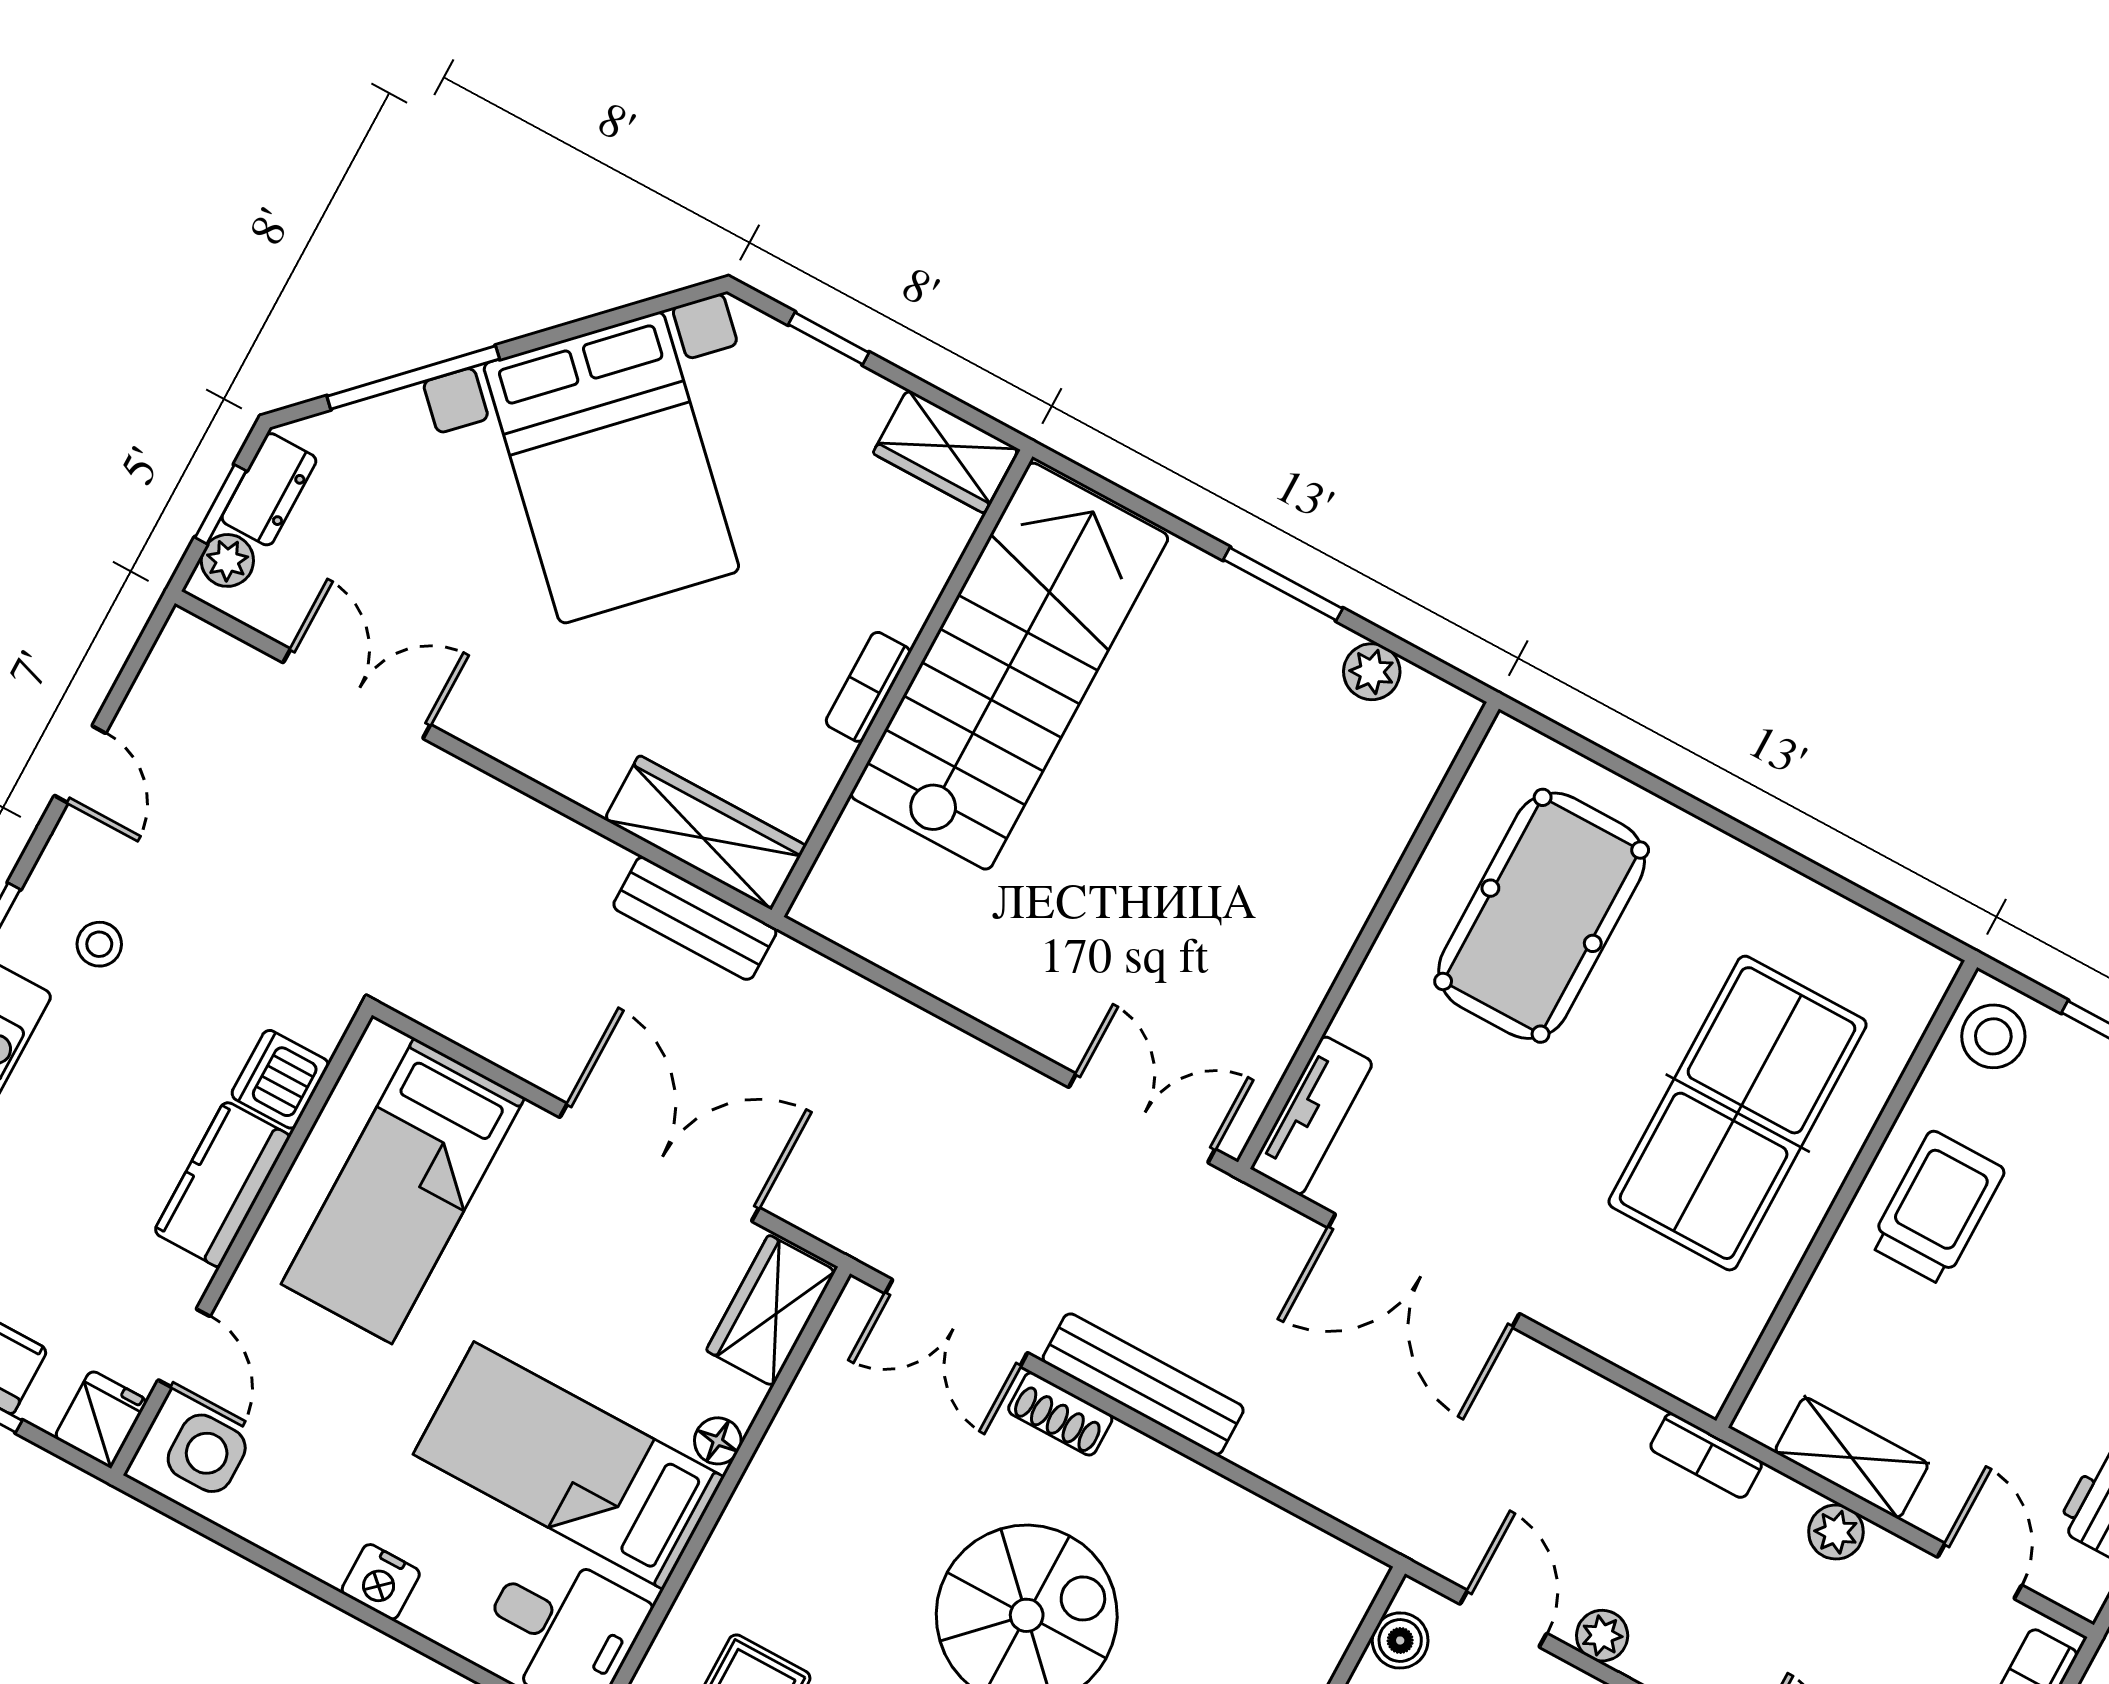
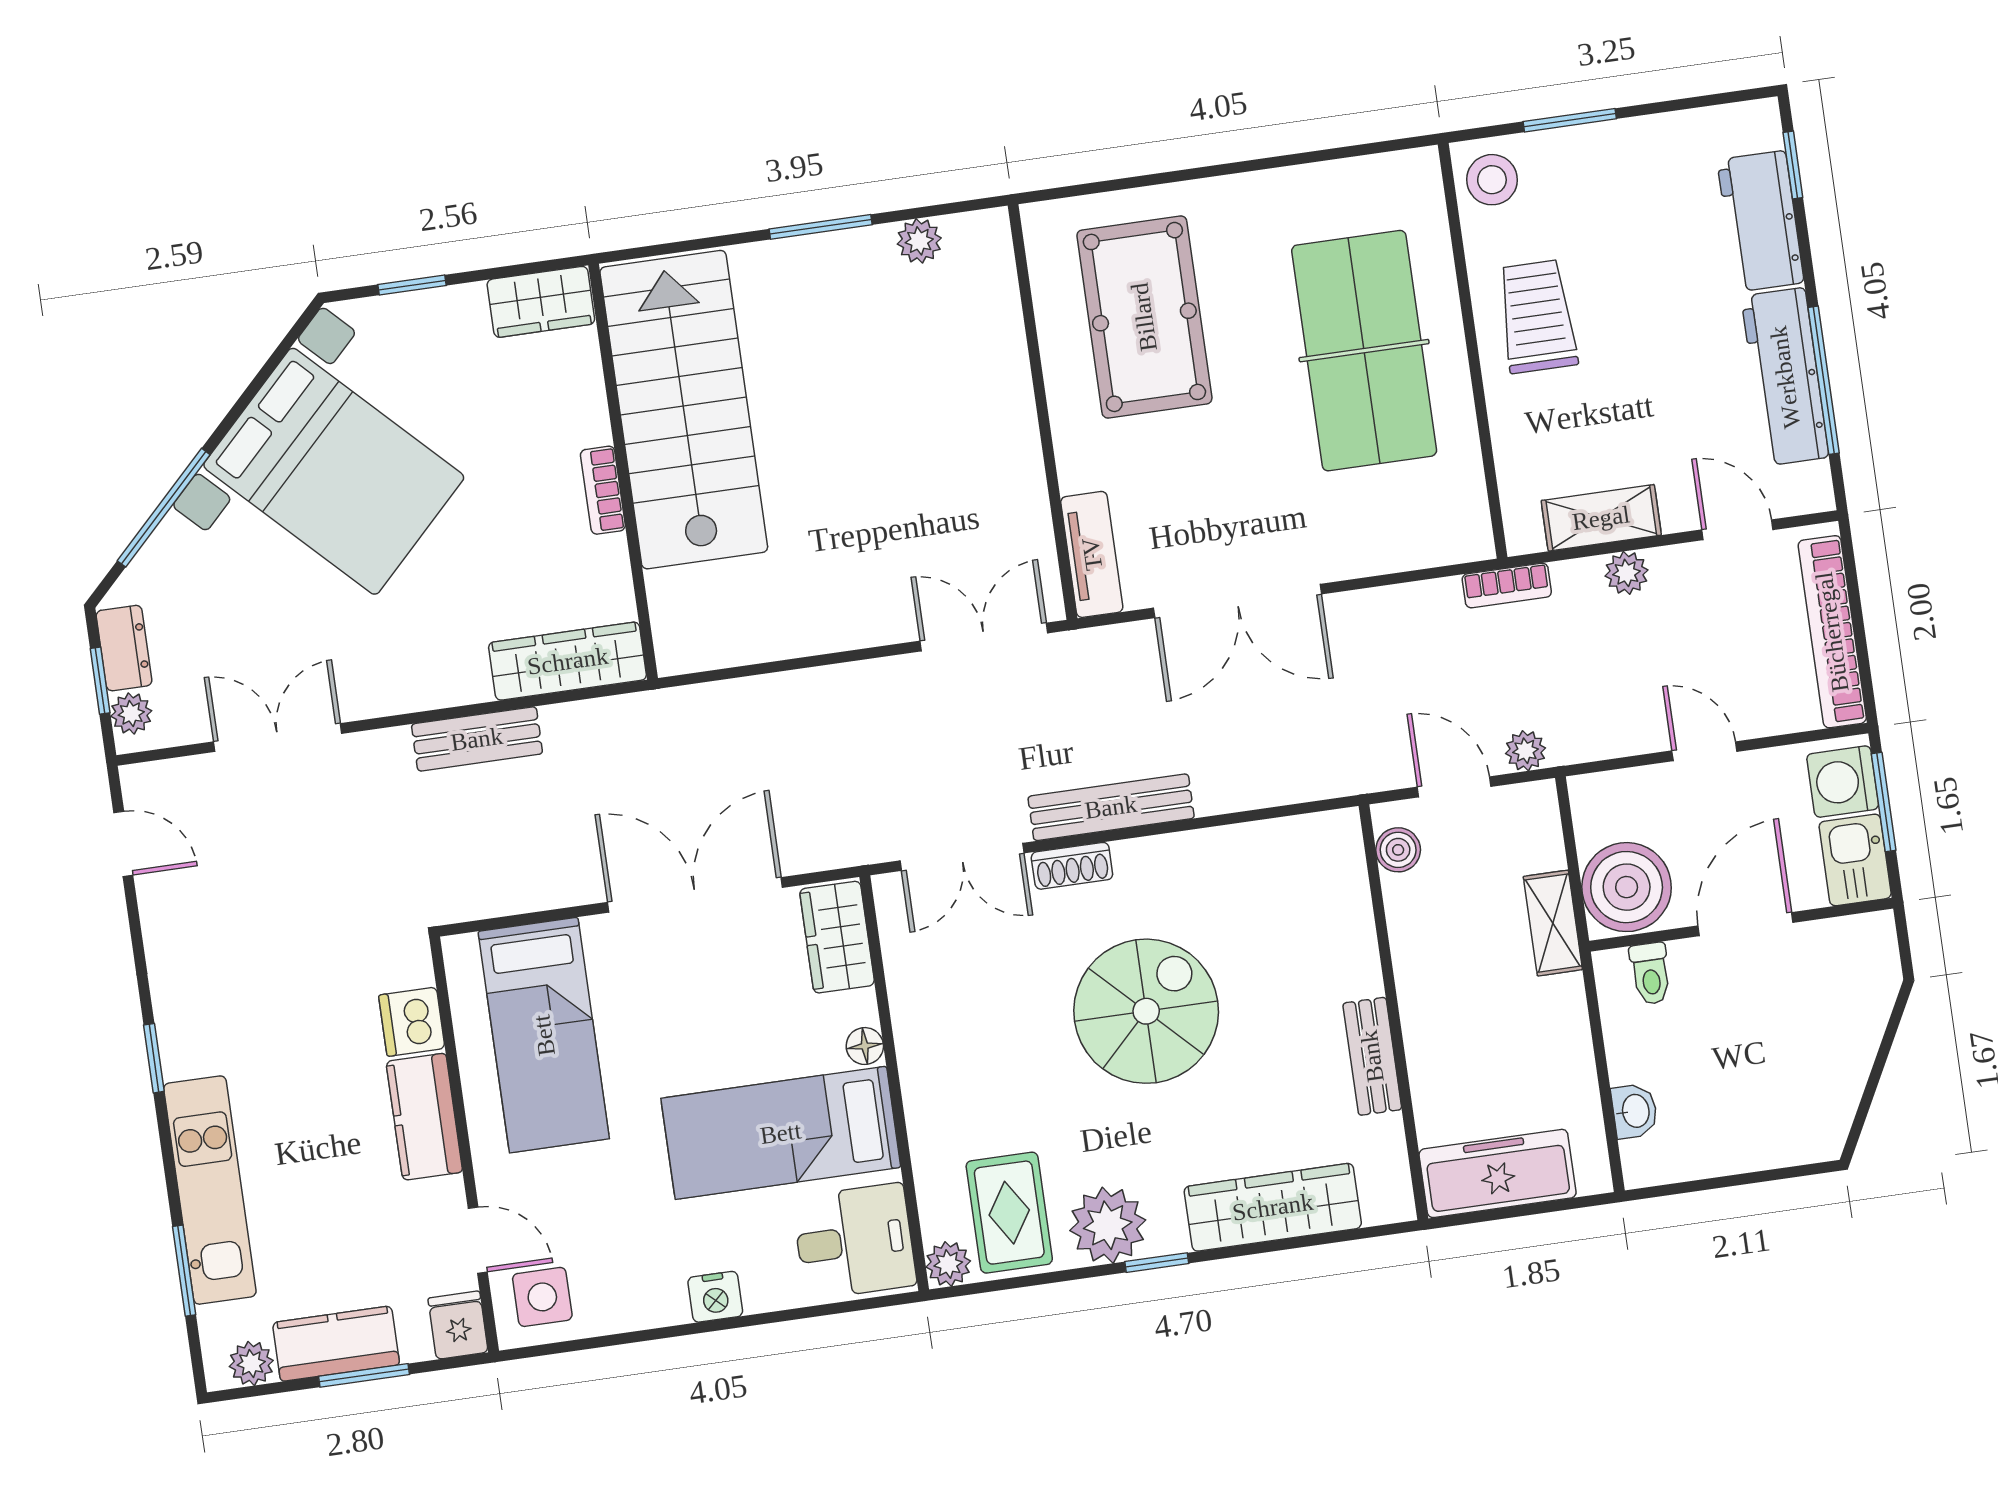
door: (80, 764) -> (123, 844), moved
bench: (695, 918) -> (477, 739), moved
stool: (99, 944) -> (231, 1021), removed

